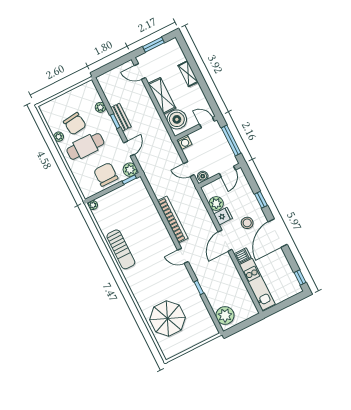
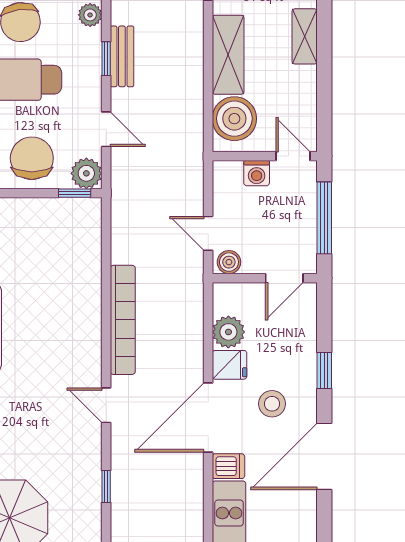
washing machine: (185, 142) -> (257, 173), moved
door: (129, 149) -> (106, 129), hinge flipped
door: (225, 241) -> (208, 417), width x1.36

